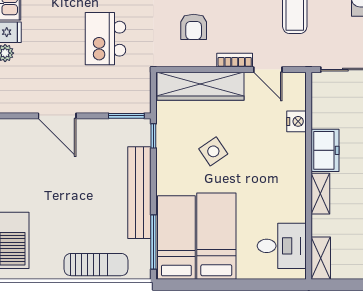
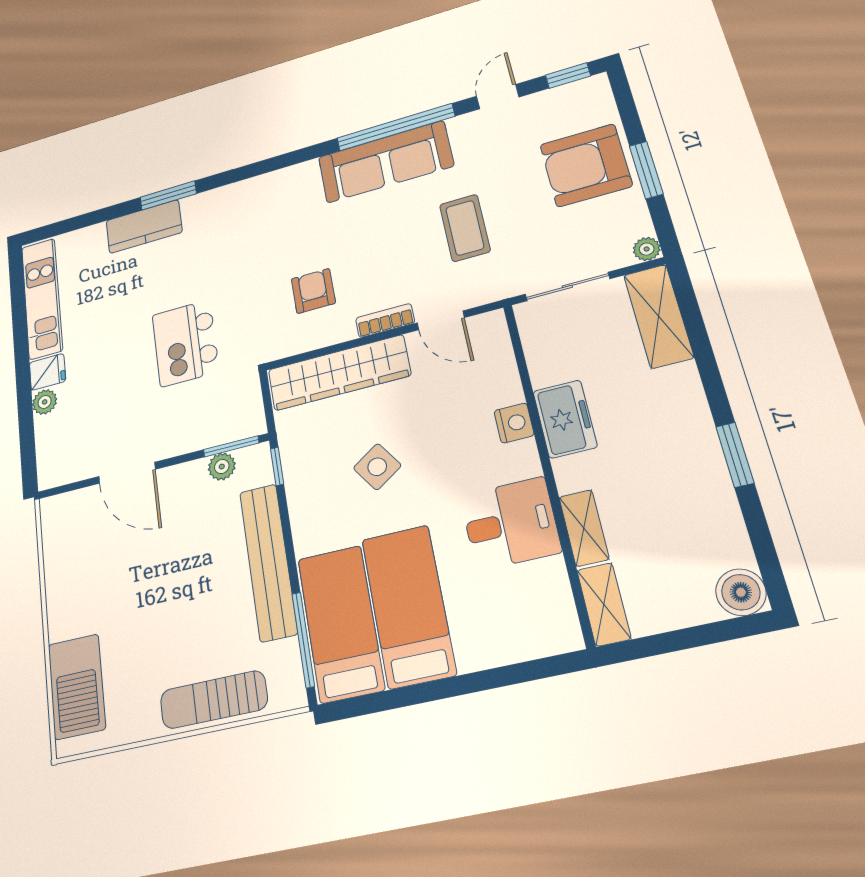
armchair: (194, 27) -> (313, 291), turned 180
nightstand: (297, 121) -> (514, 423), moved
plant: (119, 127) -> (222, 467), added
shelving: (320, 194) -> (584, 528), moved
desk: (282, 246) -> (510, 524), moved
sun lounger: (96, 265) -> (214, 700), turned 180

